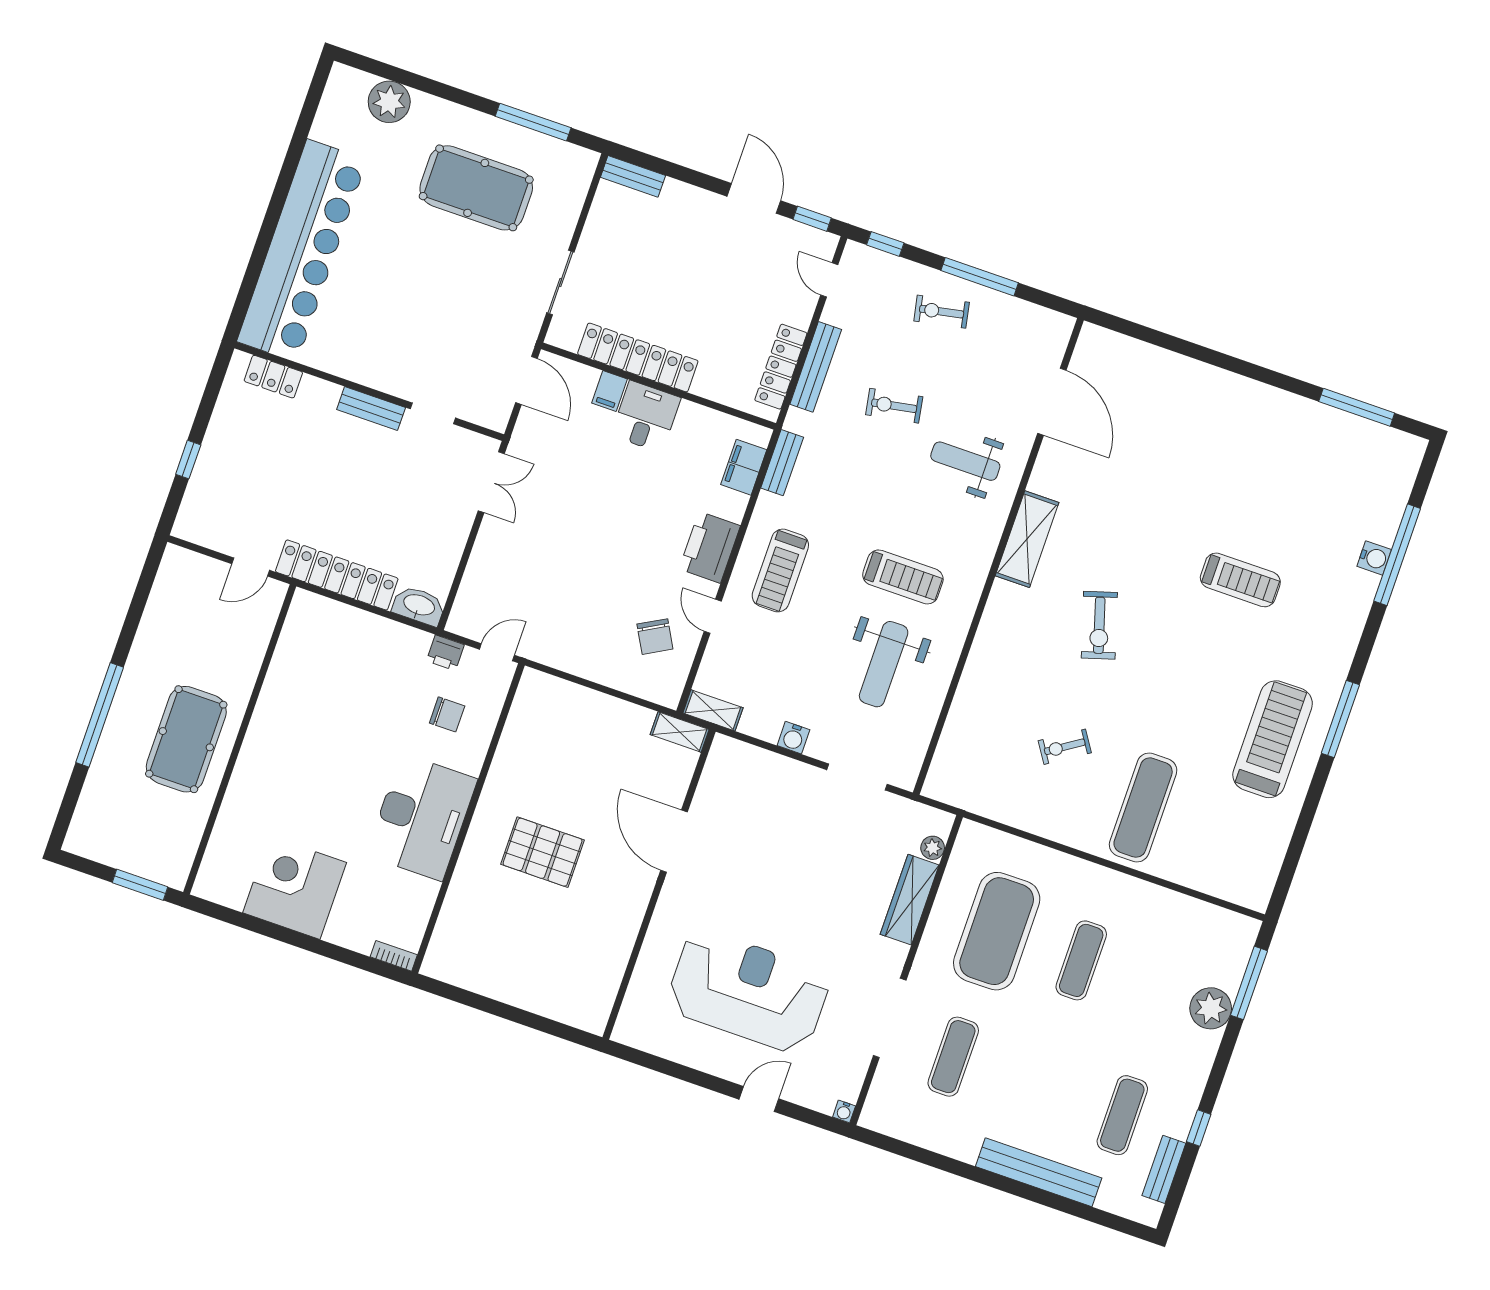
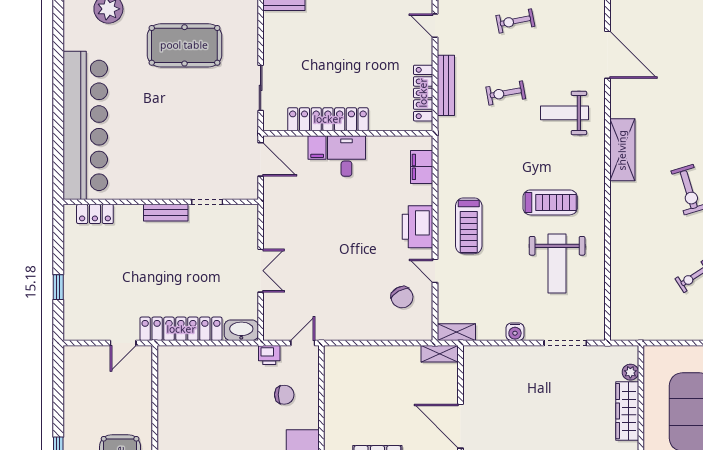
bench: (782, 463) -> (446, 155), removed
double door: (491, 482) -> (261, 271), moved

